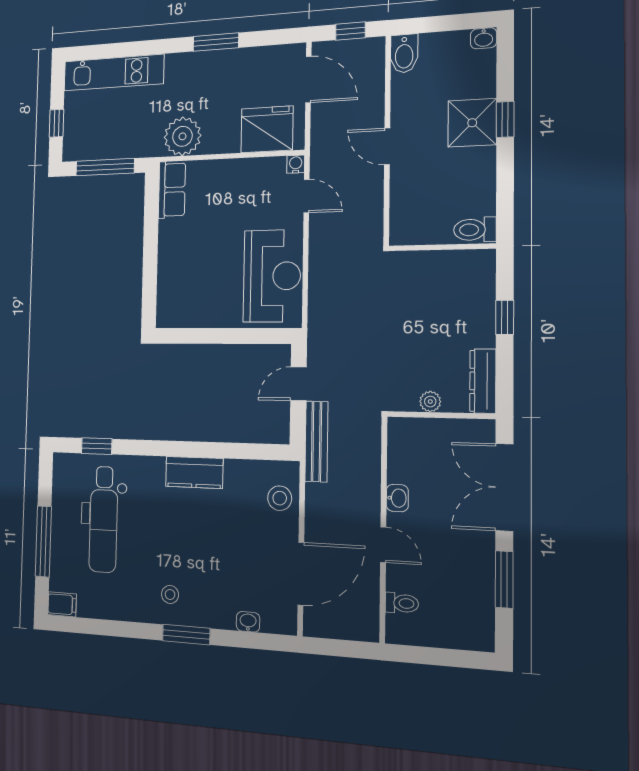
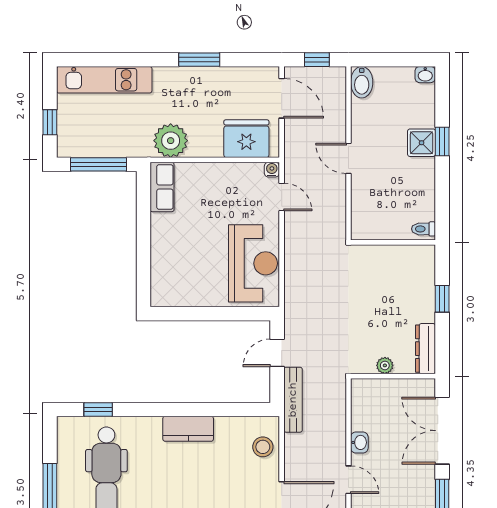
shower: (472, 123) -> (422, 143), width x0.73, depth x0.73
toilet: (475, 230) -> (424, 229), width x0.73, depth x0.72

